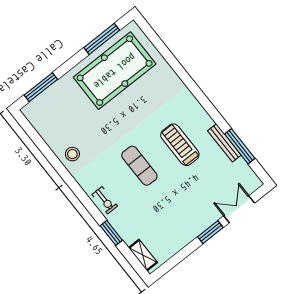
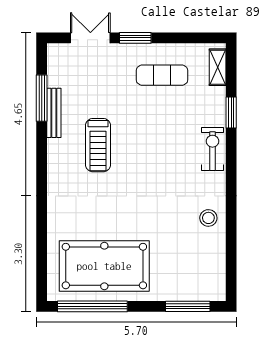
window: (102, 39) -> (92, 306), width x1.46
exercise mat: (139, 166) -> (162, 75), moved, turned 90
exercise bike: (105, 200) -> (212, 149), width x1.38, depth x1.39
double door: (239, 209) -> (90, 38), swing flipped

